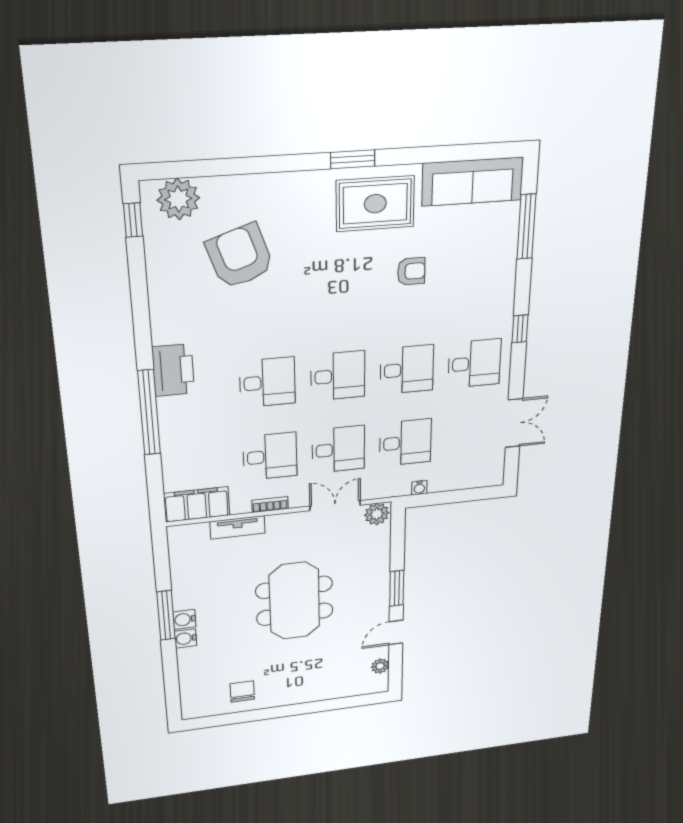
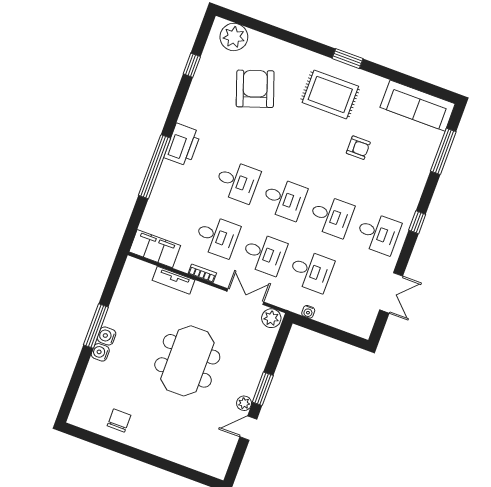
rug: (375, 204) -> (330, 94), moved
window: (133, 220) -> (192, 65), moved
plant: (380, 666) -> (244, 403), moved

